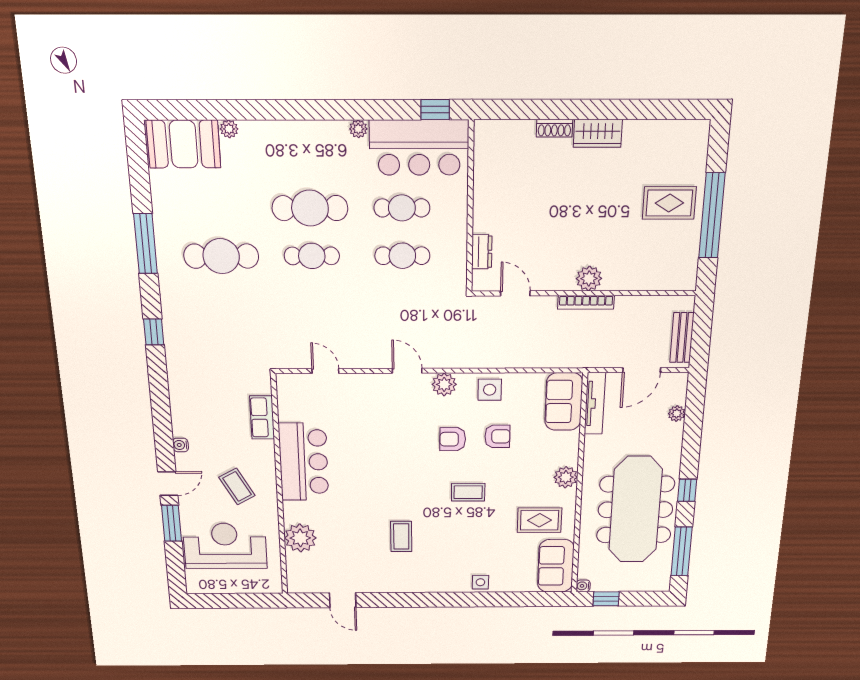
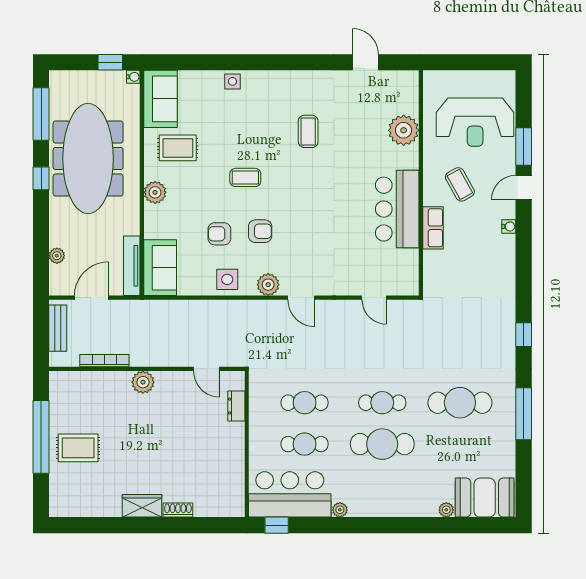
bookcase: (586, 302) -> (104, 361), moved
row of seats: (262, 417) -> (433, 228), moved

